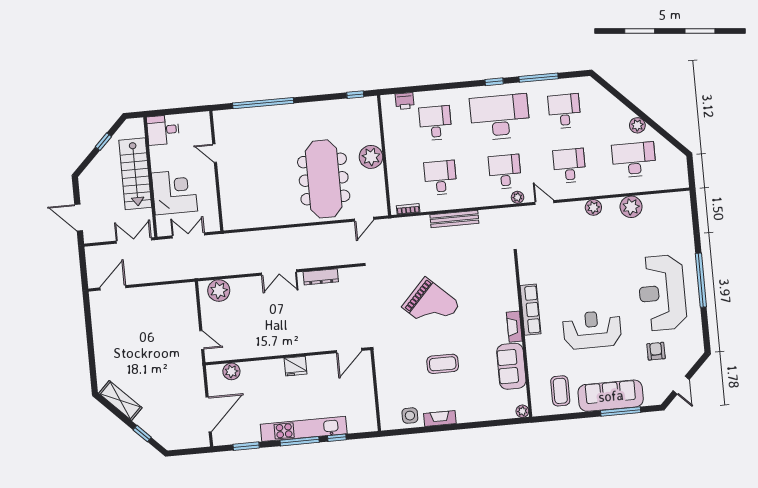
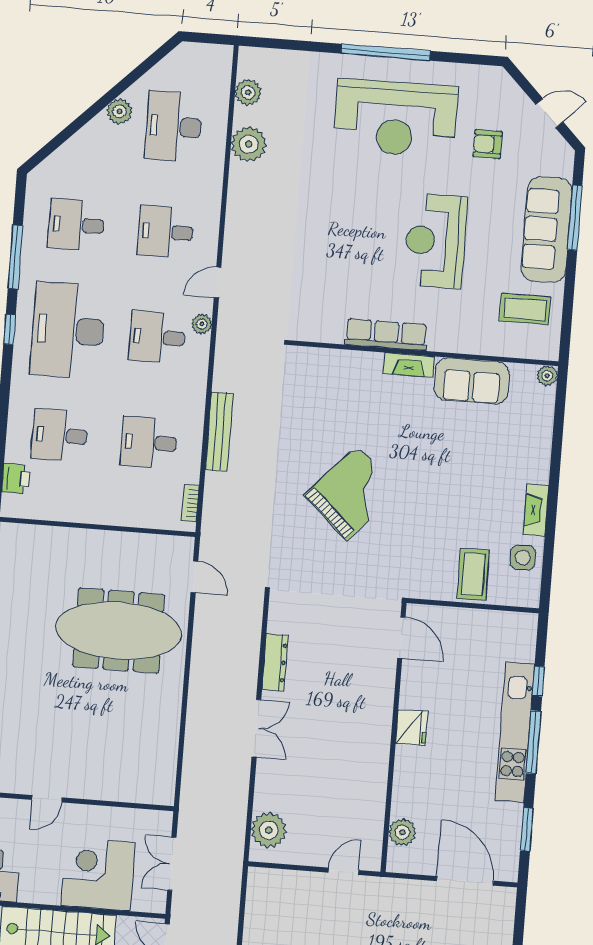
plant: (371, 157) -> (96, 548), removed
plant: (593, 207) -> (248, 92), moved
coffee table: (443, 364) -> (473, 574), moved

